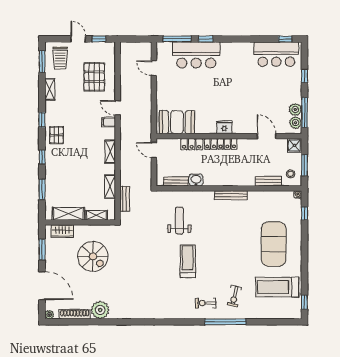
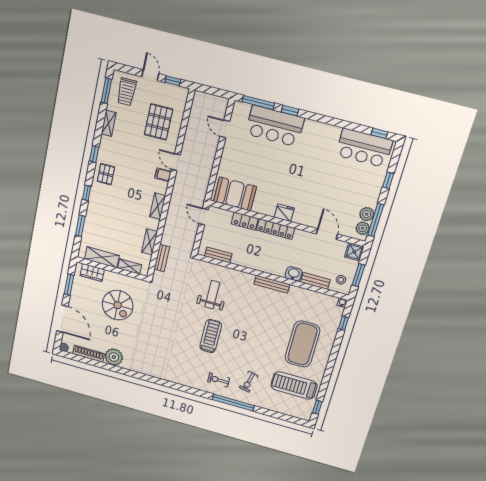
washbasin: (196, 180) -> (294, 274), moved

